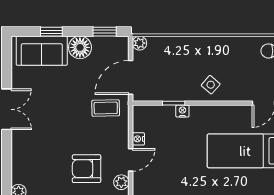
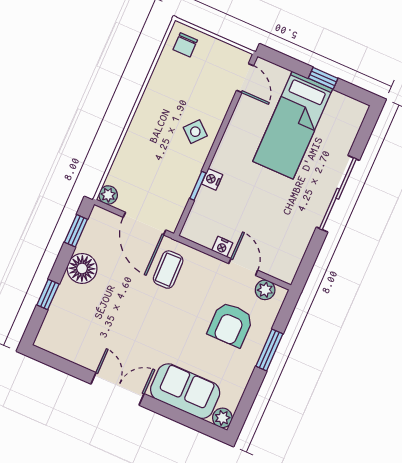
sofa: (42, 51) -> (185, 391), moved, turned -90

